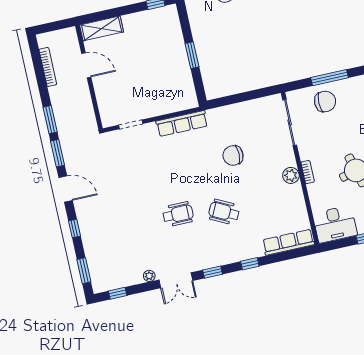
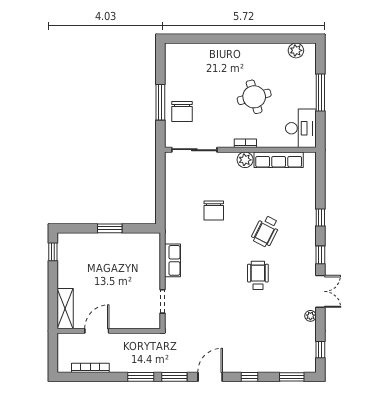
chair: (325, 102) -> (182, 112), turned 180
row of seats: (182, 123) -> (173, 260), width x0.68
row of seats: (288, 242) -> (279, 160), moved, turned -90

